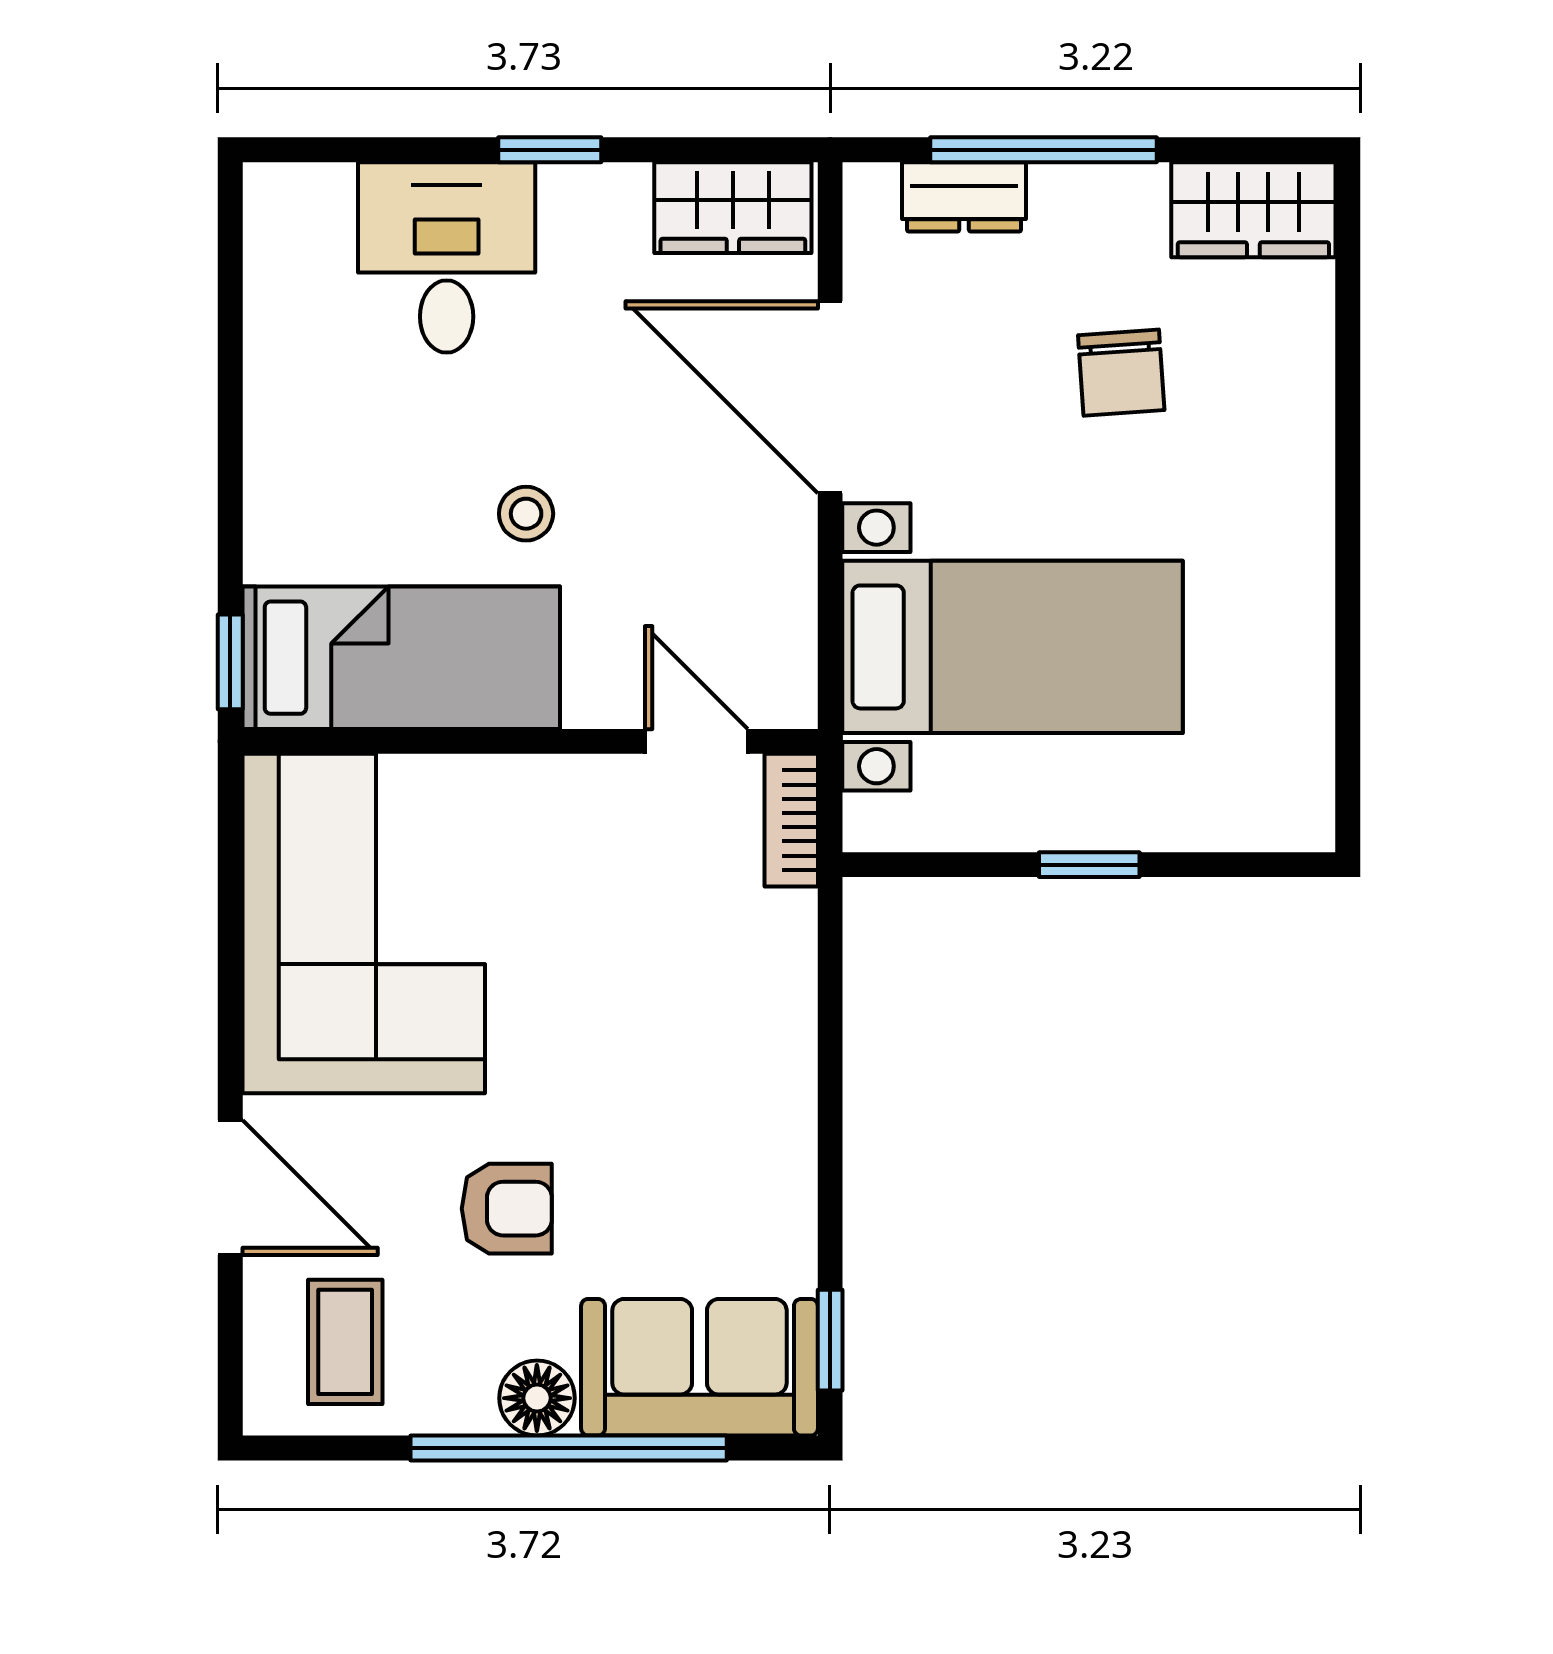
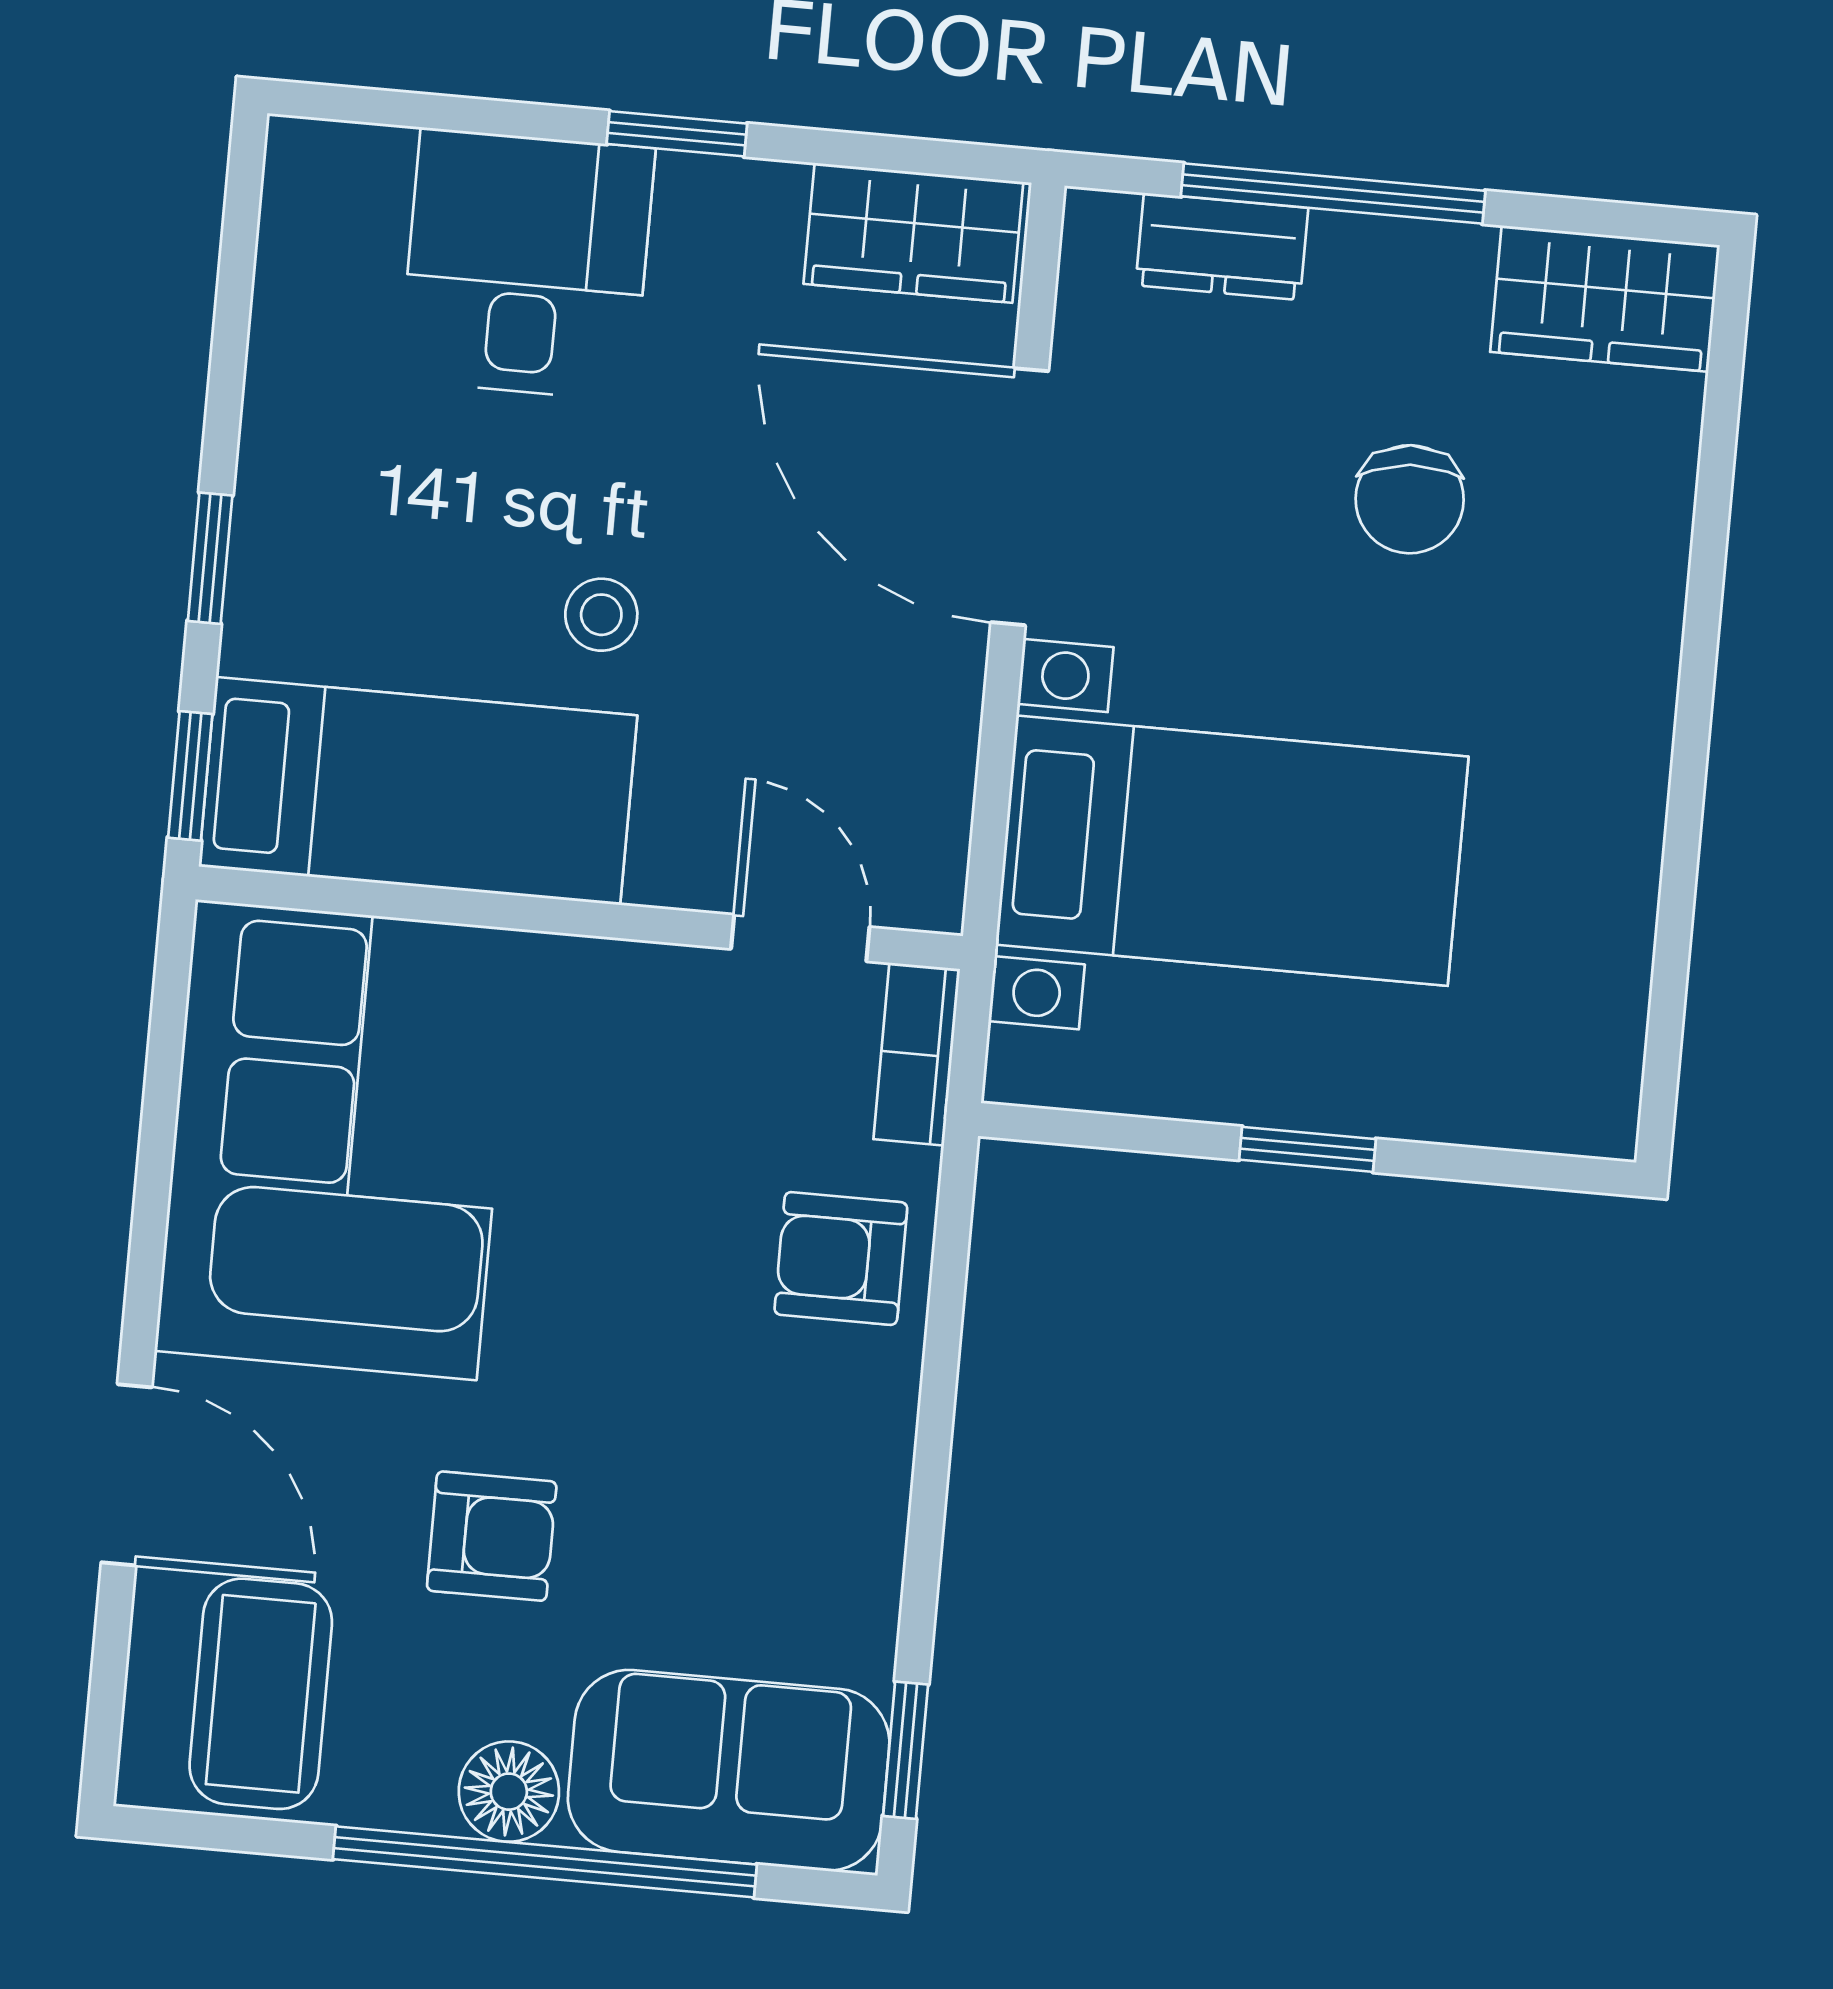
window: (230, 498) -> (210, 558), added
armchair: (748, 978) -> (841, 1259), added
coffee table: (345, 1342) -> (261, 1694), width x1.36, depth x1.30

